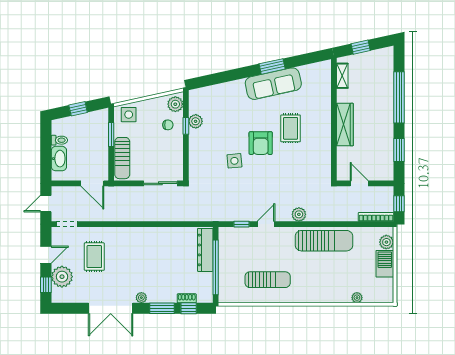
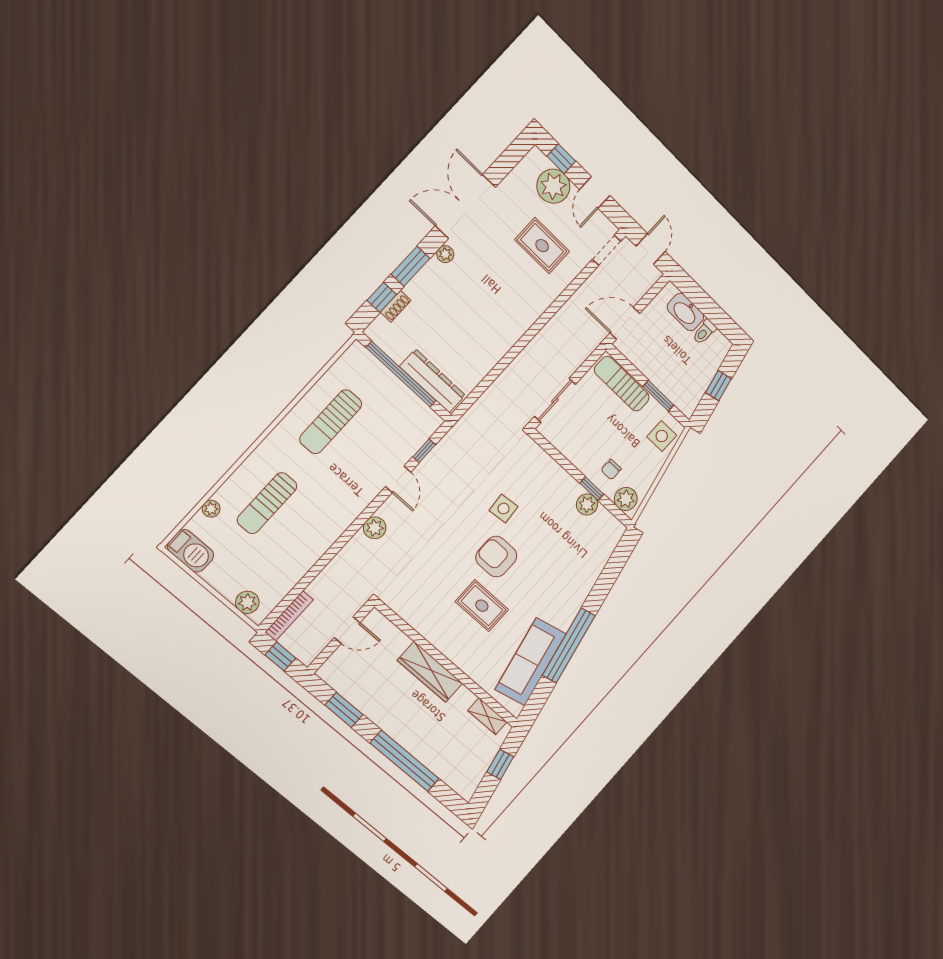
window: (272, 66) -> (569, 645), width x2.11
sofa: (273, 84) -> (531, 662), moved
sun lounger: (324, 241) -> (267, 503), moved, width x0.73, depth x0.75
barbecue: (385, 264) -> (191, 551), moved

